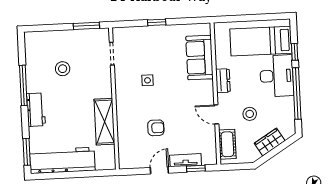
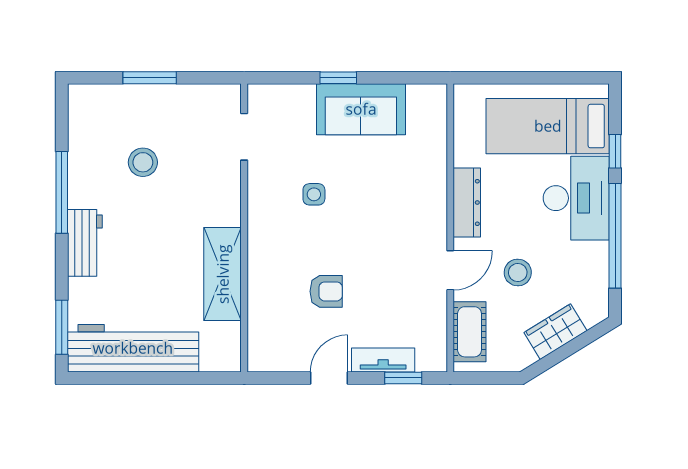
window: (86, 26) -> (150, 78), moved
sofa: (200, 57) -> (361, 109), moved, turned -90
dresser: (223, 81) -> (467, 203), width x1.44
door: (216, 114) -> (450, 270), swing flipped

